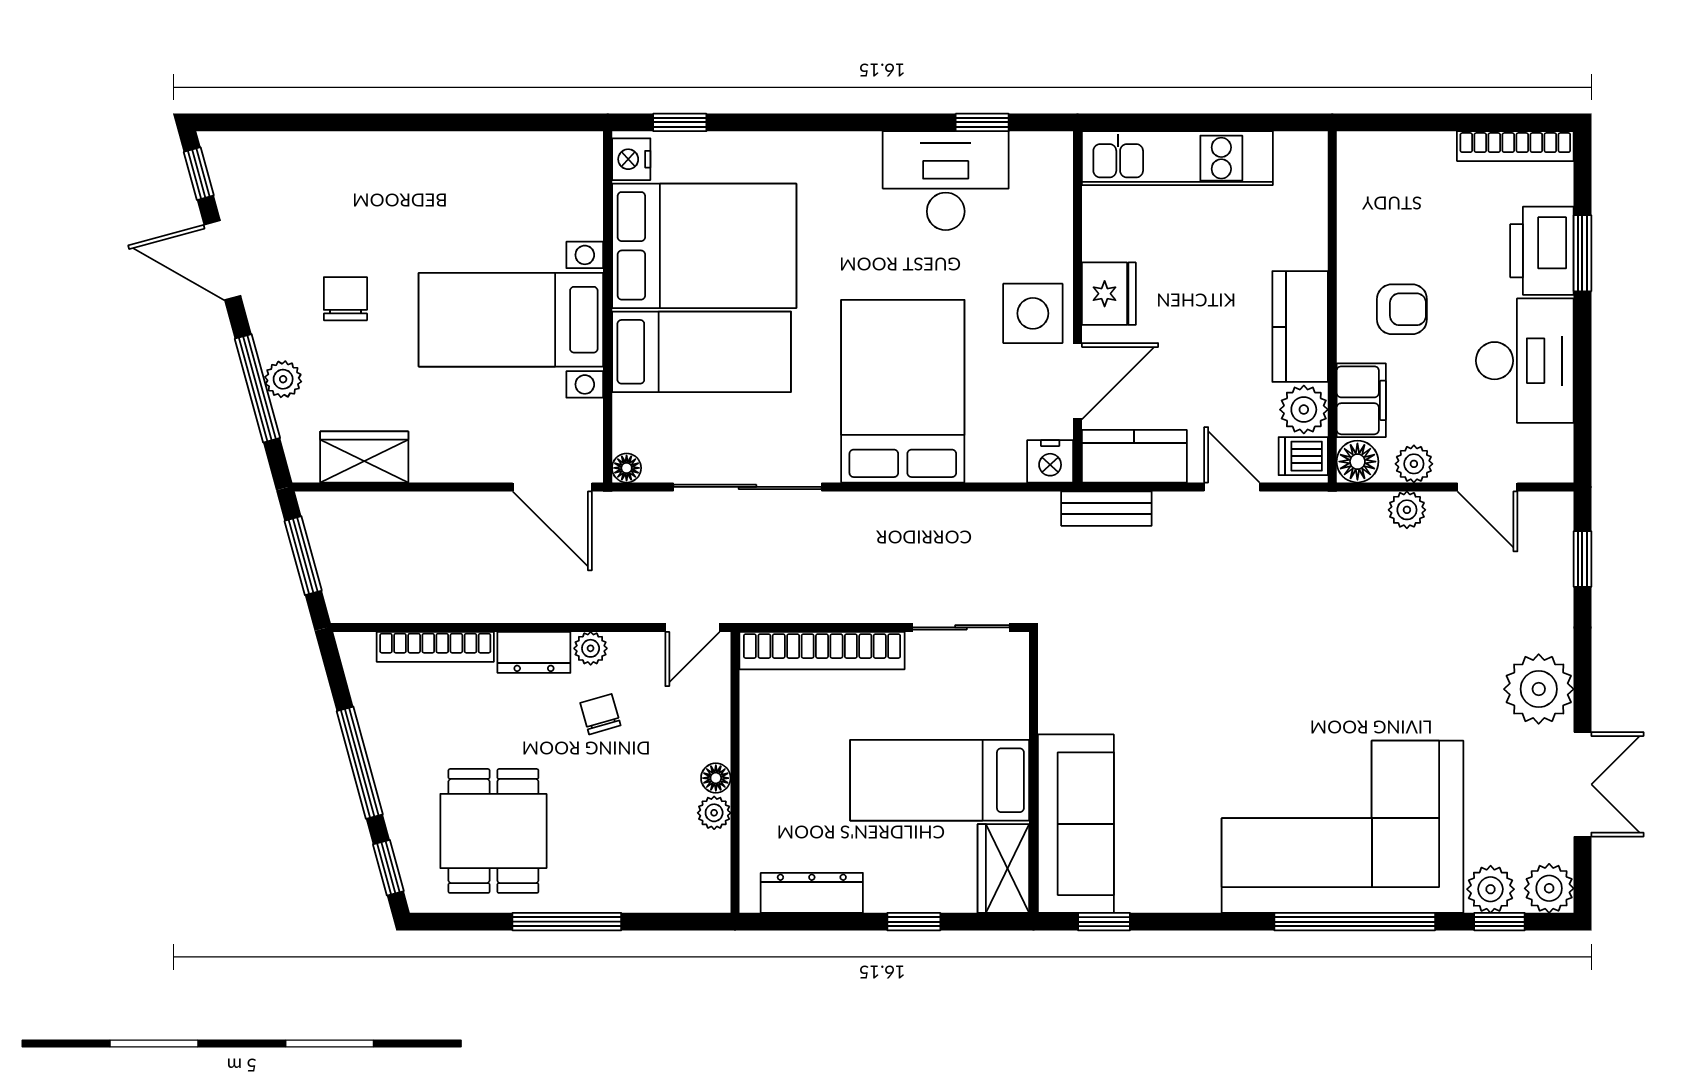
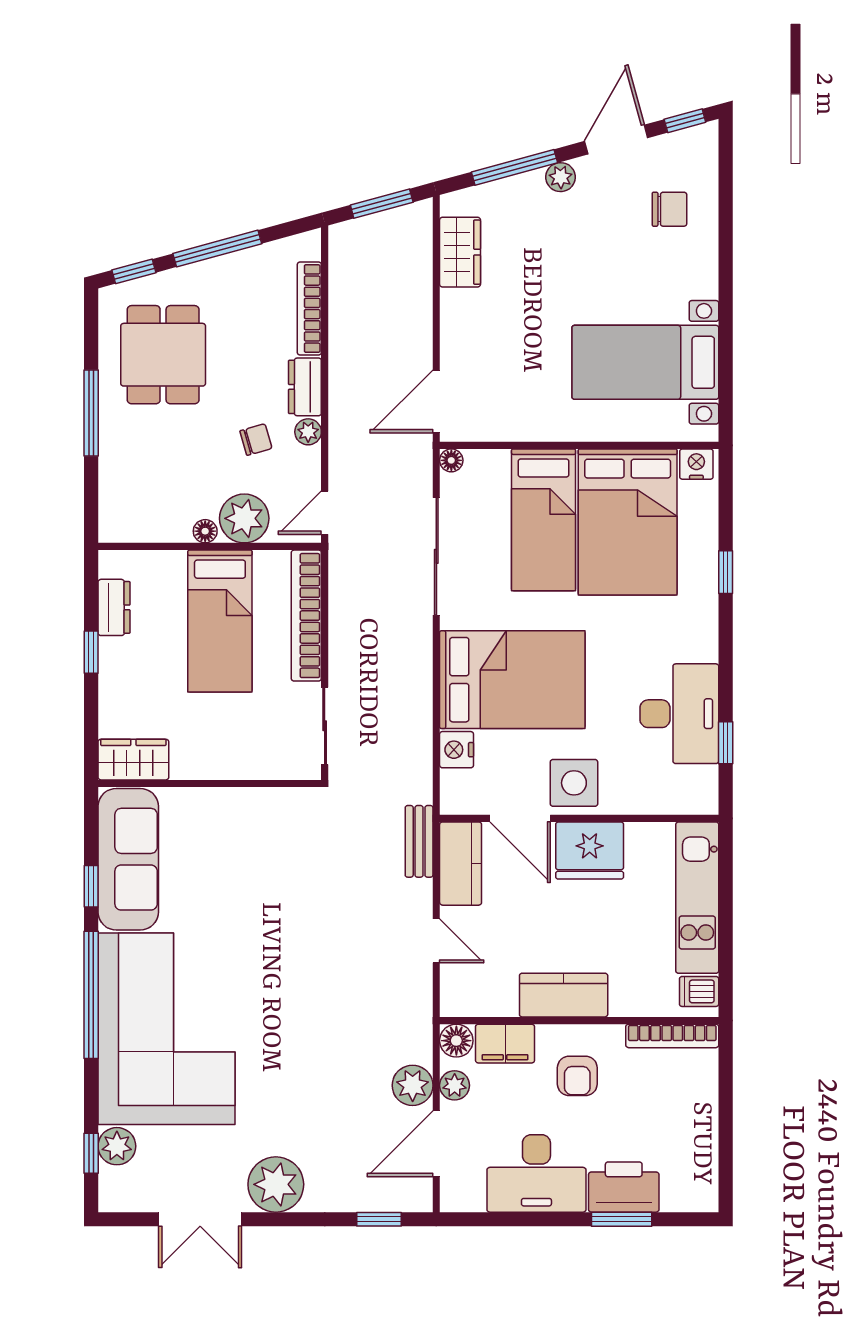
window: (680, 122) -> (726, 572), moved
bookcase: (1515, 146) -> (672, 1036), moved, turned -90
fridge: (1109, 294) -> (590, 850), width x1.36, depth x1.34
chair: (345, 299) -> (669, 209), moved
bed with nightstands: (511, 320) -> (645, 362), moved, turned -90
plant: (283, 379) -> (561, 177), moved
plant: (1304, 410) -> (498, 998), removed
dishwasher: (1303, 456) -> (699, 991), moved, turned -90
nightstand: (1050, 461) -> (457, 750), moved
door: (1232, 487) -> (436, 941), hinge flipped
door: (1487, 487) -> (436, 1144), width x1.38
plant: (1407, 510) -> (413, 1085), width x1.38, depth x1.38
door: (693, 627) -> (325, 513), hinge flipped
bed: (940, 780) -> (220, 621), moved, turned 180
plant: (714, 813) -> (244, 518), moved, width x1.88, depth x1.88
sofa: (1076, 824) -> (128, 859), moved, turned -90
dining table: (493, 831) -> (163, 355), turned 90
plant: (1549, 888) -> (118, 1193), removed
dresser: (812, 893) -> (114, 607), width x0.70
window: (914, 922) -> (91, 652), moved
window: (1104, 922) -> (91, 886), moved
window: (1355, 922) -> (91, 995), moved

